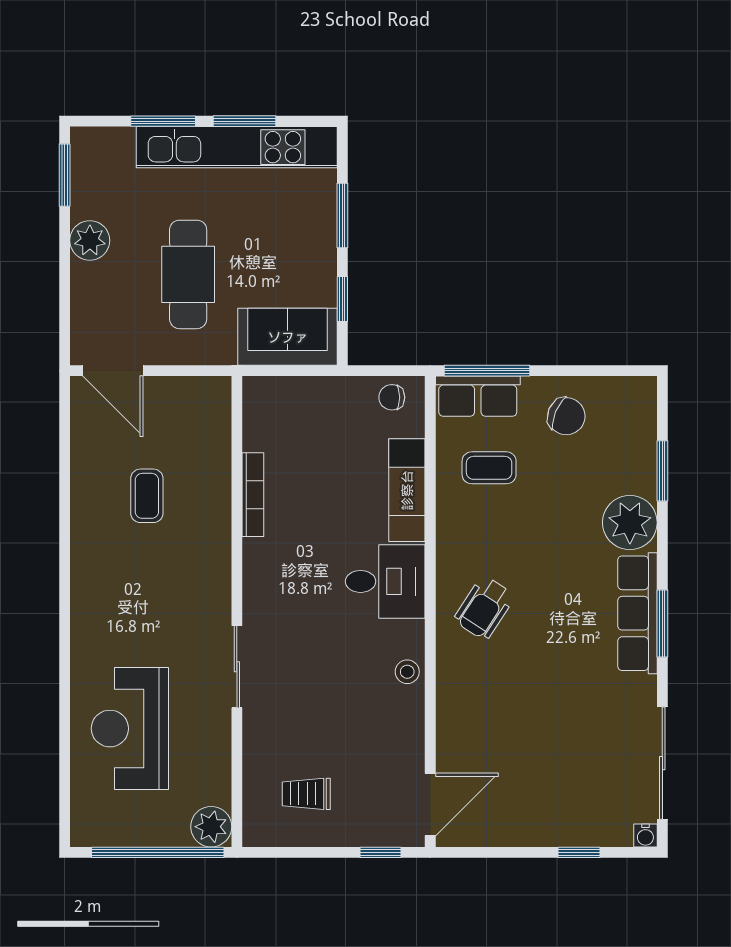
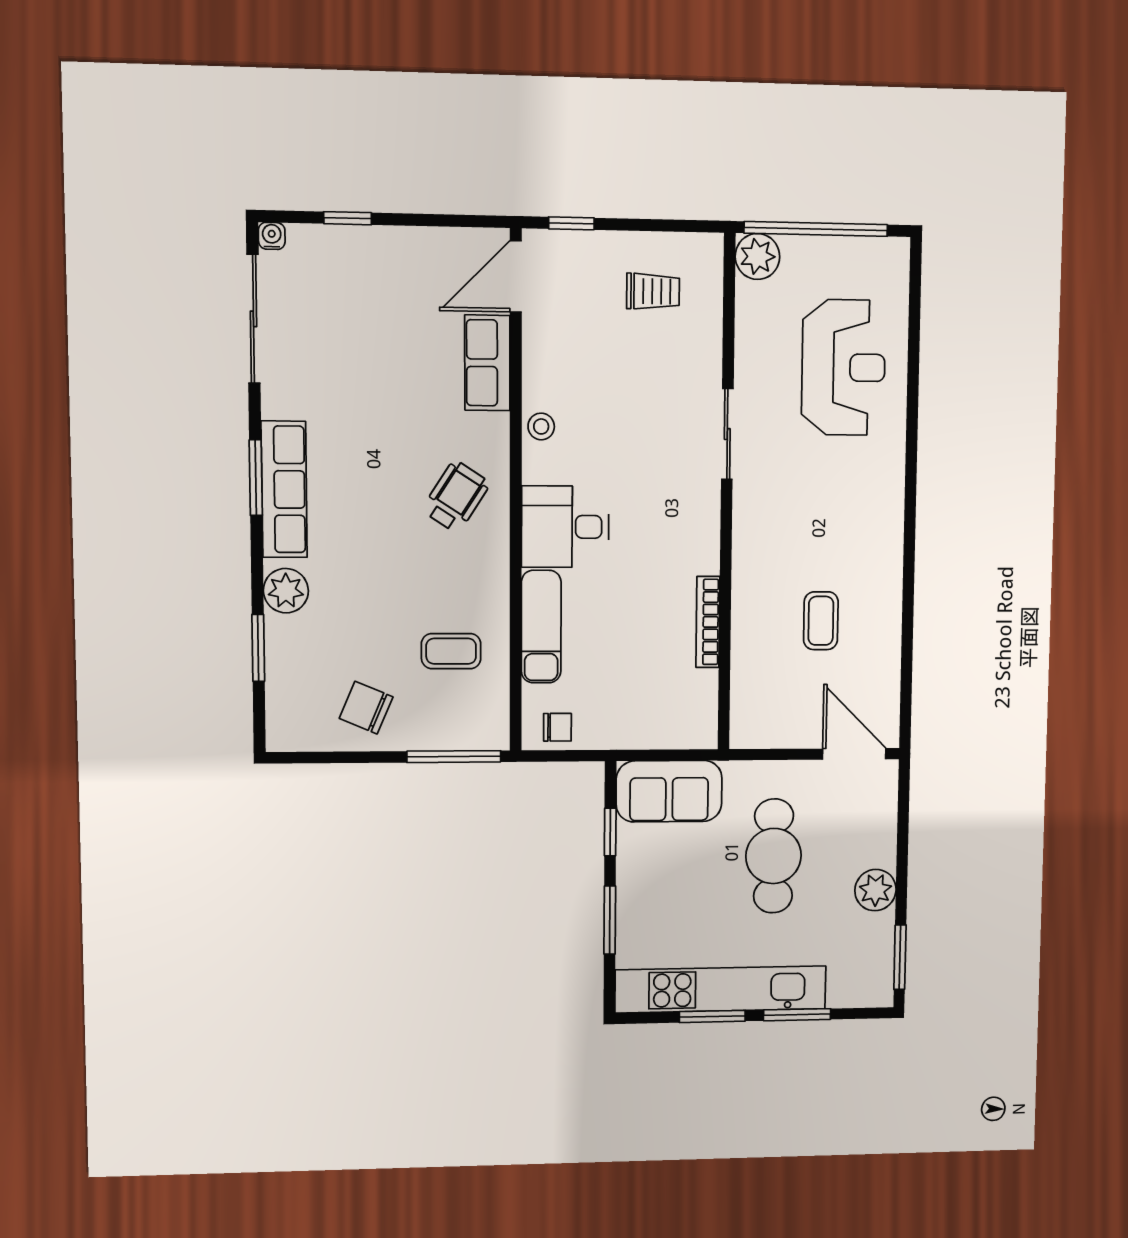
row of seats: (478, 396) -> (487, 363), moved, turned -90
plant: (630, 523) -> (286, 591), width x0.73, depth x0.73

